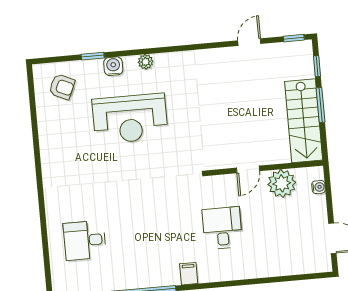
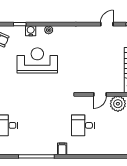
reception desk: (130, 119) -> (37, 60), turned 180
desk: (222, 228) -> (83, 125), turned -90

